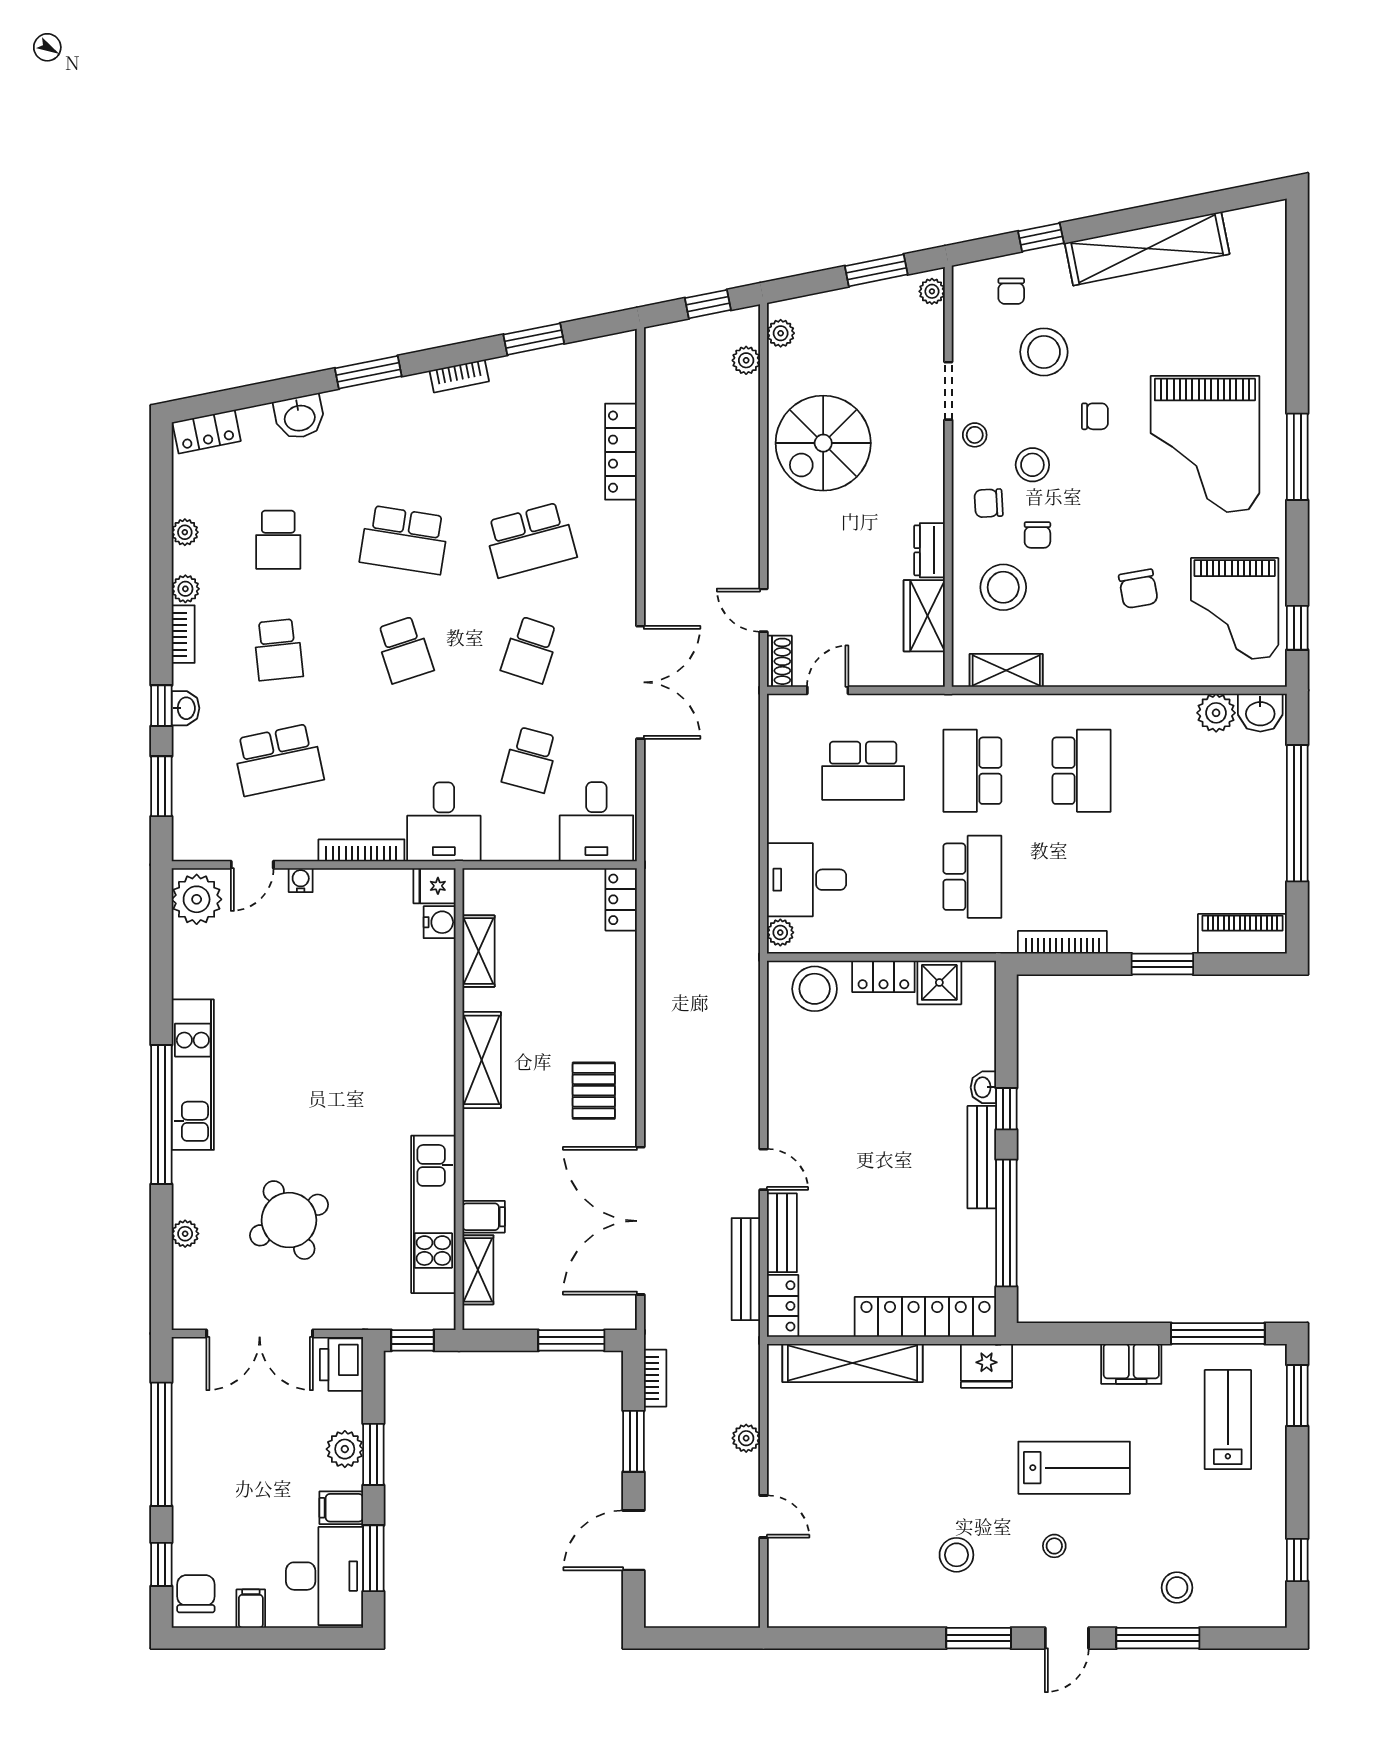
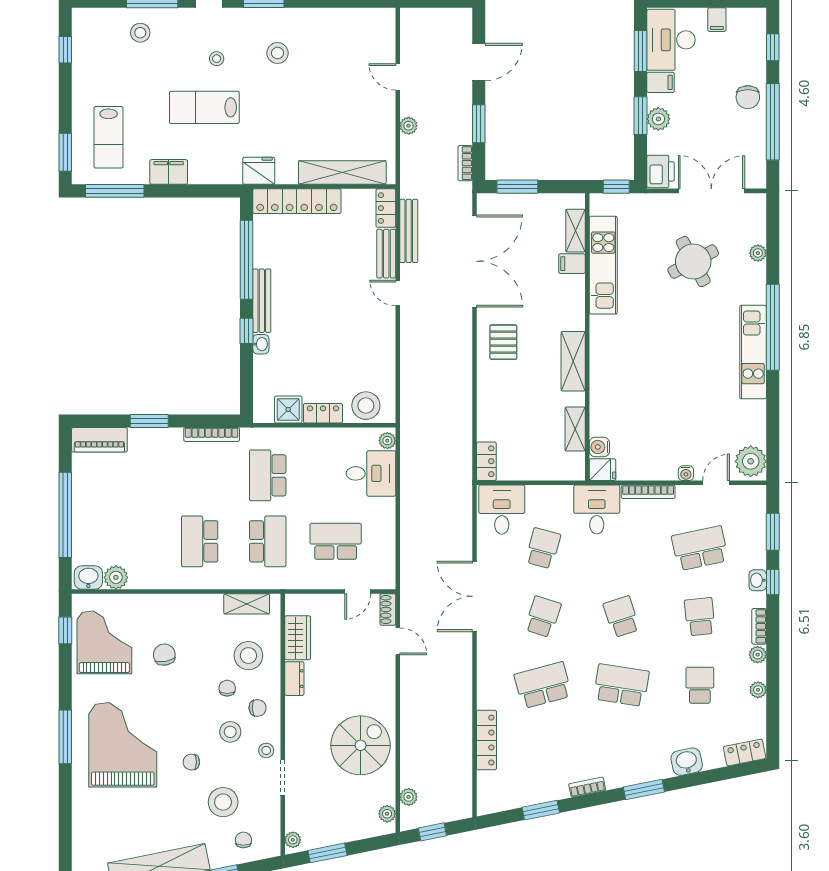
chair: (196, 1594) -> (748, 97), moved

